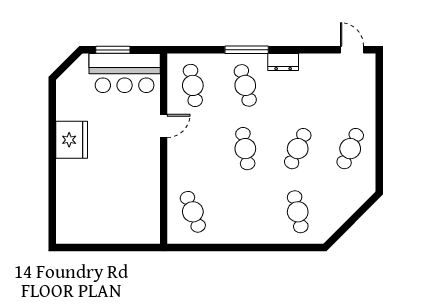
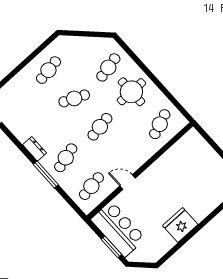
cafe table: (350, 149) -> (48, 70), turned -33
round table: (252, 213) -> (131, 92), added

